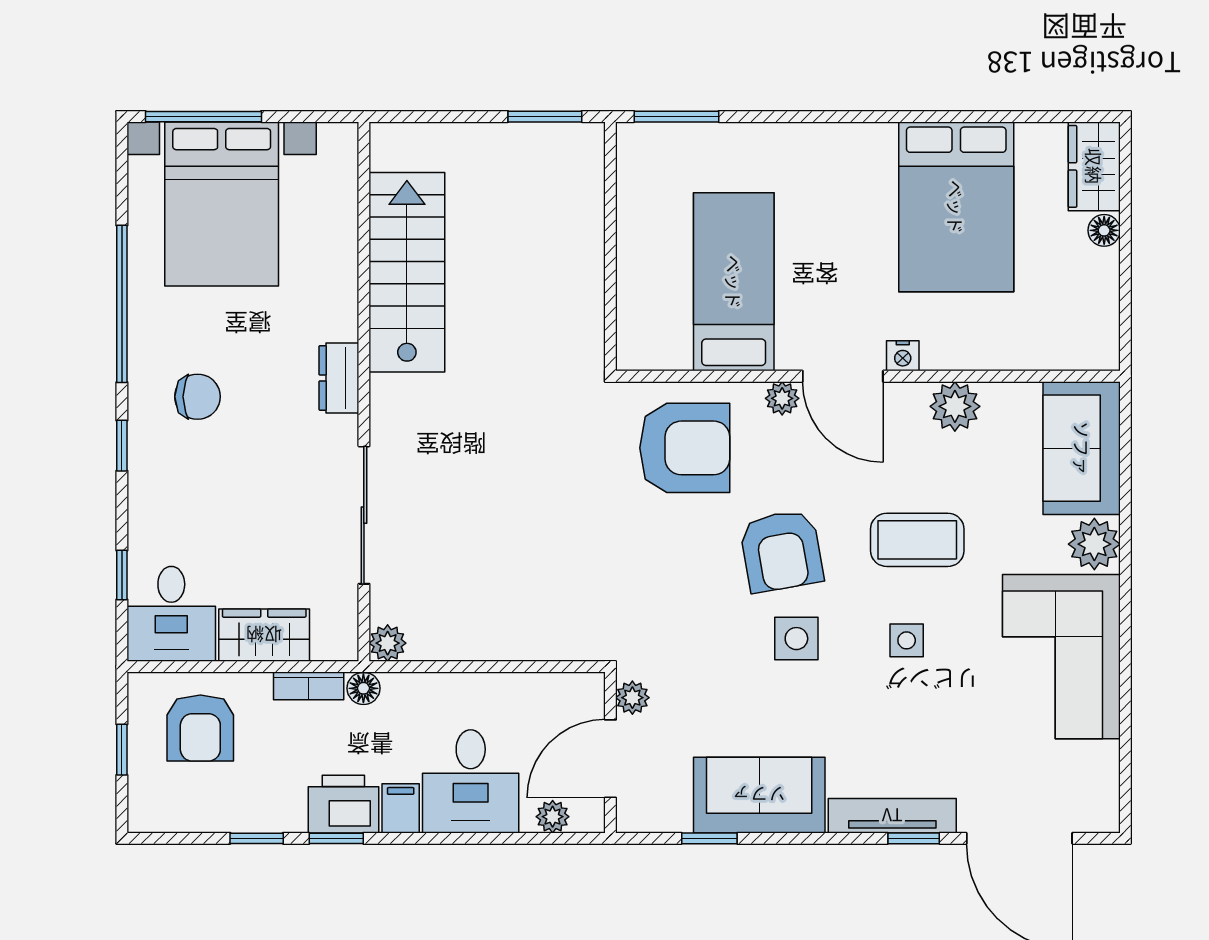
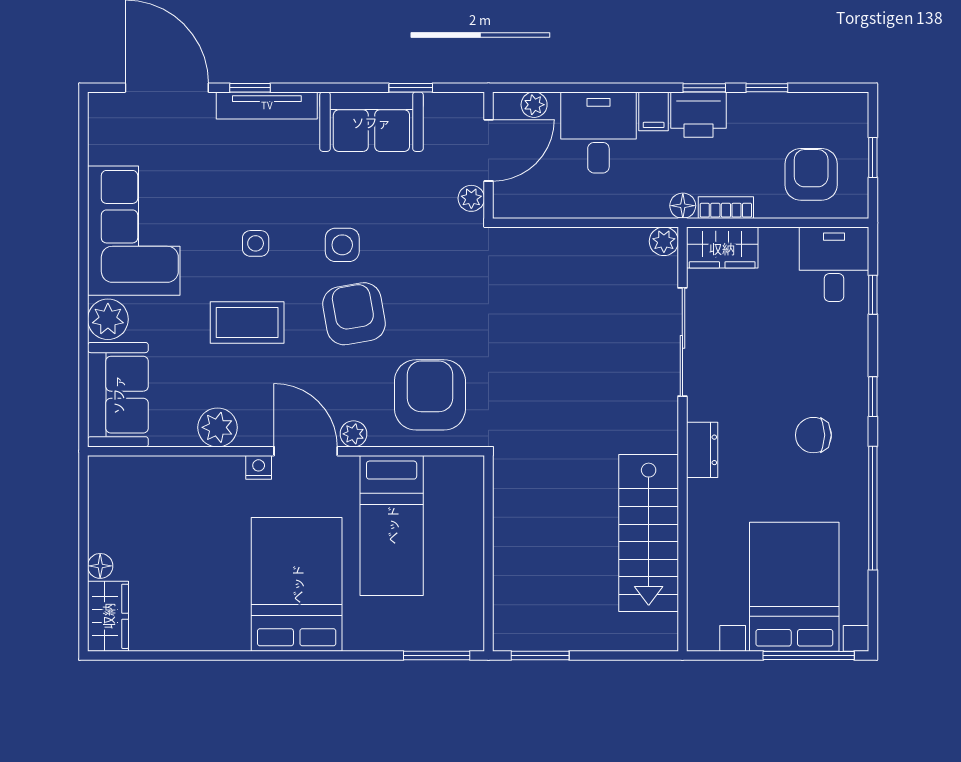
bed: (956, 207) -> (297, 584), moved
armchair: (685, 448) -> (430, 395), turned 90
wardrobe: (264, 635) -> (722, 248), moved

